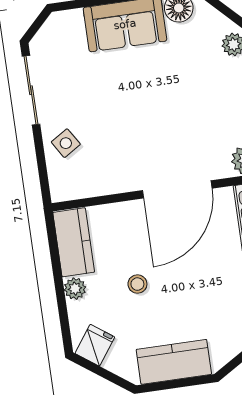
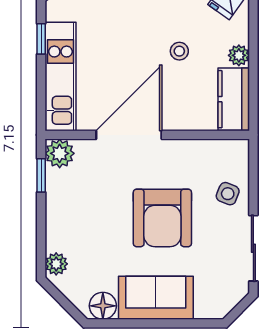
armchair: (130, 108) -> (162, 218), added
side table: (66, 143) -> (228, 194), turned -36

